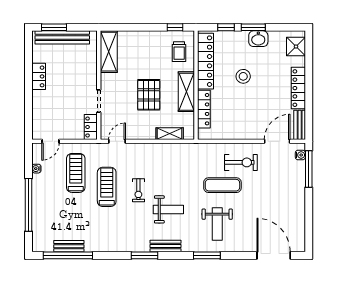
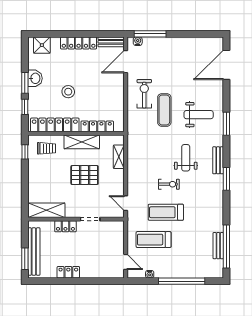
locker: (91, 127) -> (65, 226), moved
door: (277, 141) -> (126, 62), hinge flipped

